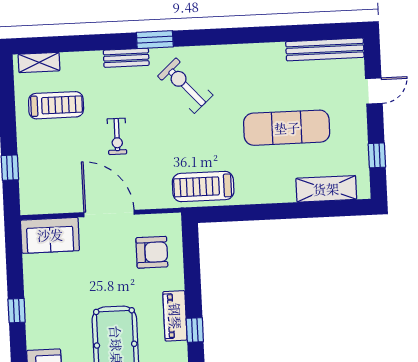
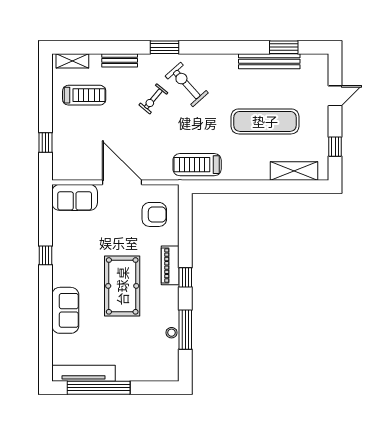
window: (306, 33) -> (284, 47), added
bench: (325, 49) -> (269, 61), moved
bench: (126, 58) -> (120, 60), moved
exercise bike: (117, 136) -> (153, 99), moved, turned 40

